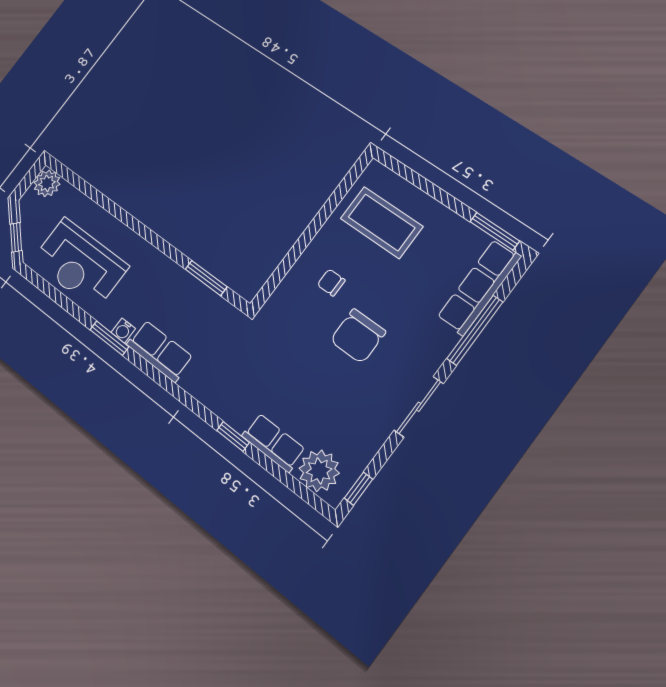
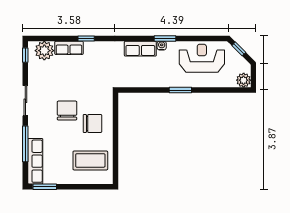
window: (206, 278) -> (180, 90), moved
chair: (331, 283) -> (93, 123), width x1.87, depth x1.87

